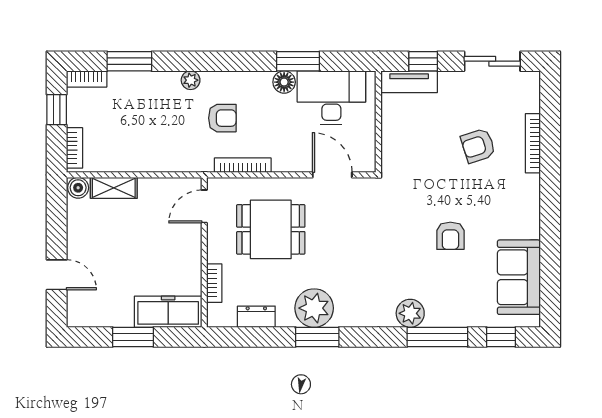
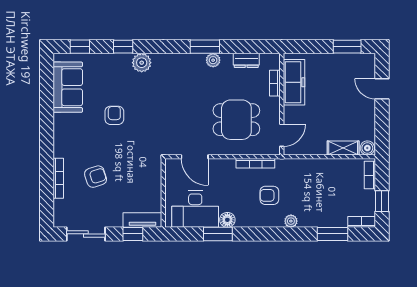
plant: (314, 308) -> (213, 60), width x0.53, depth x0.53
freezer: (168, 312) -> (294, 82), moved, turned -90
window: (133, 337) -> (347, 47), moved
window: (437, 337) -> (123, 47), width x0.46

